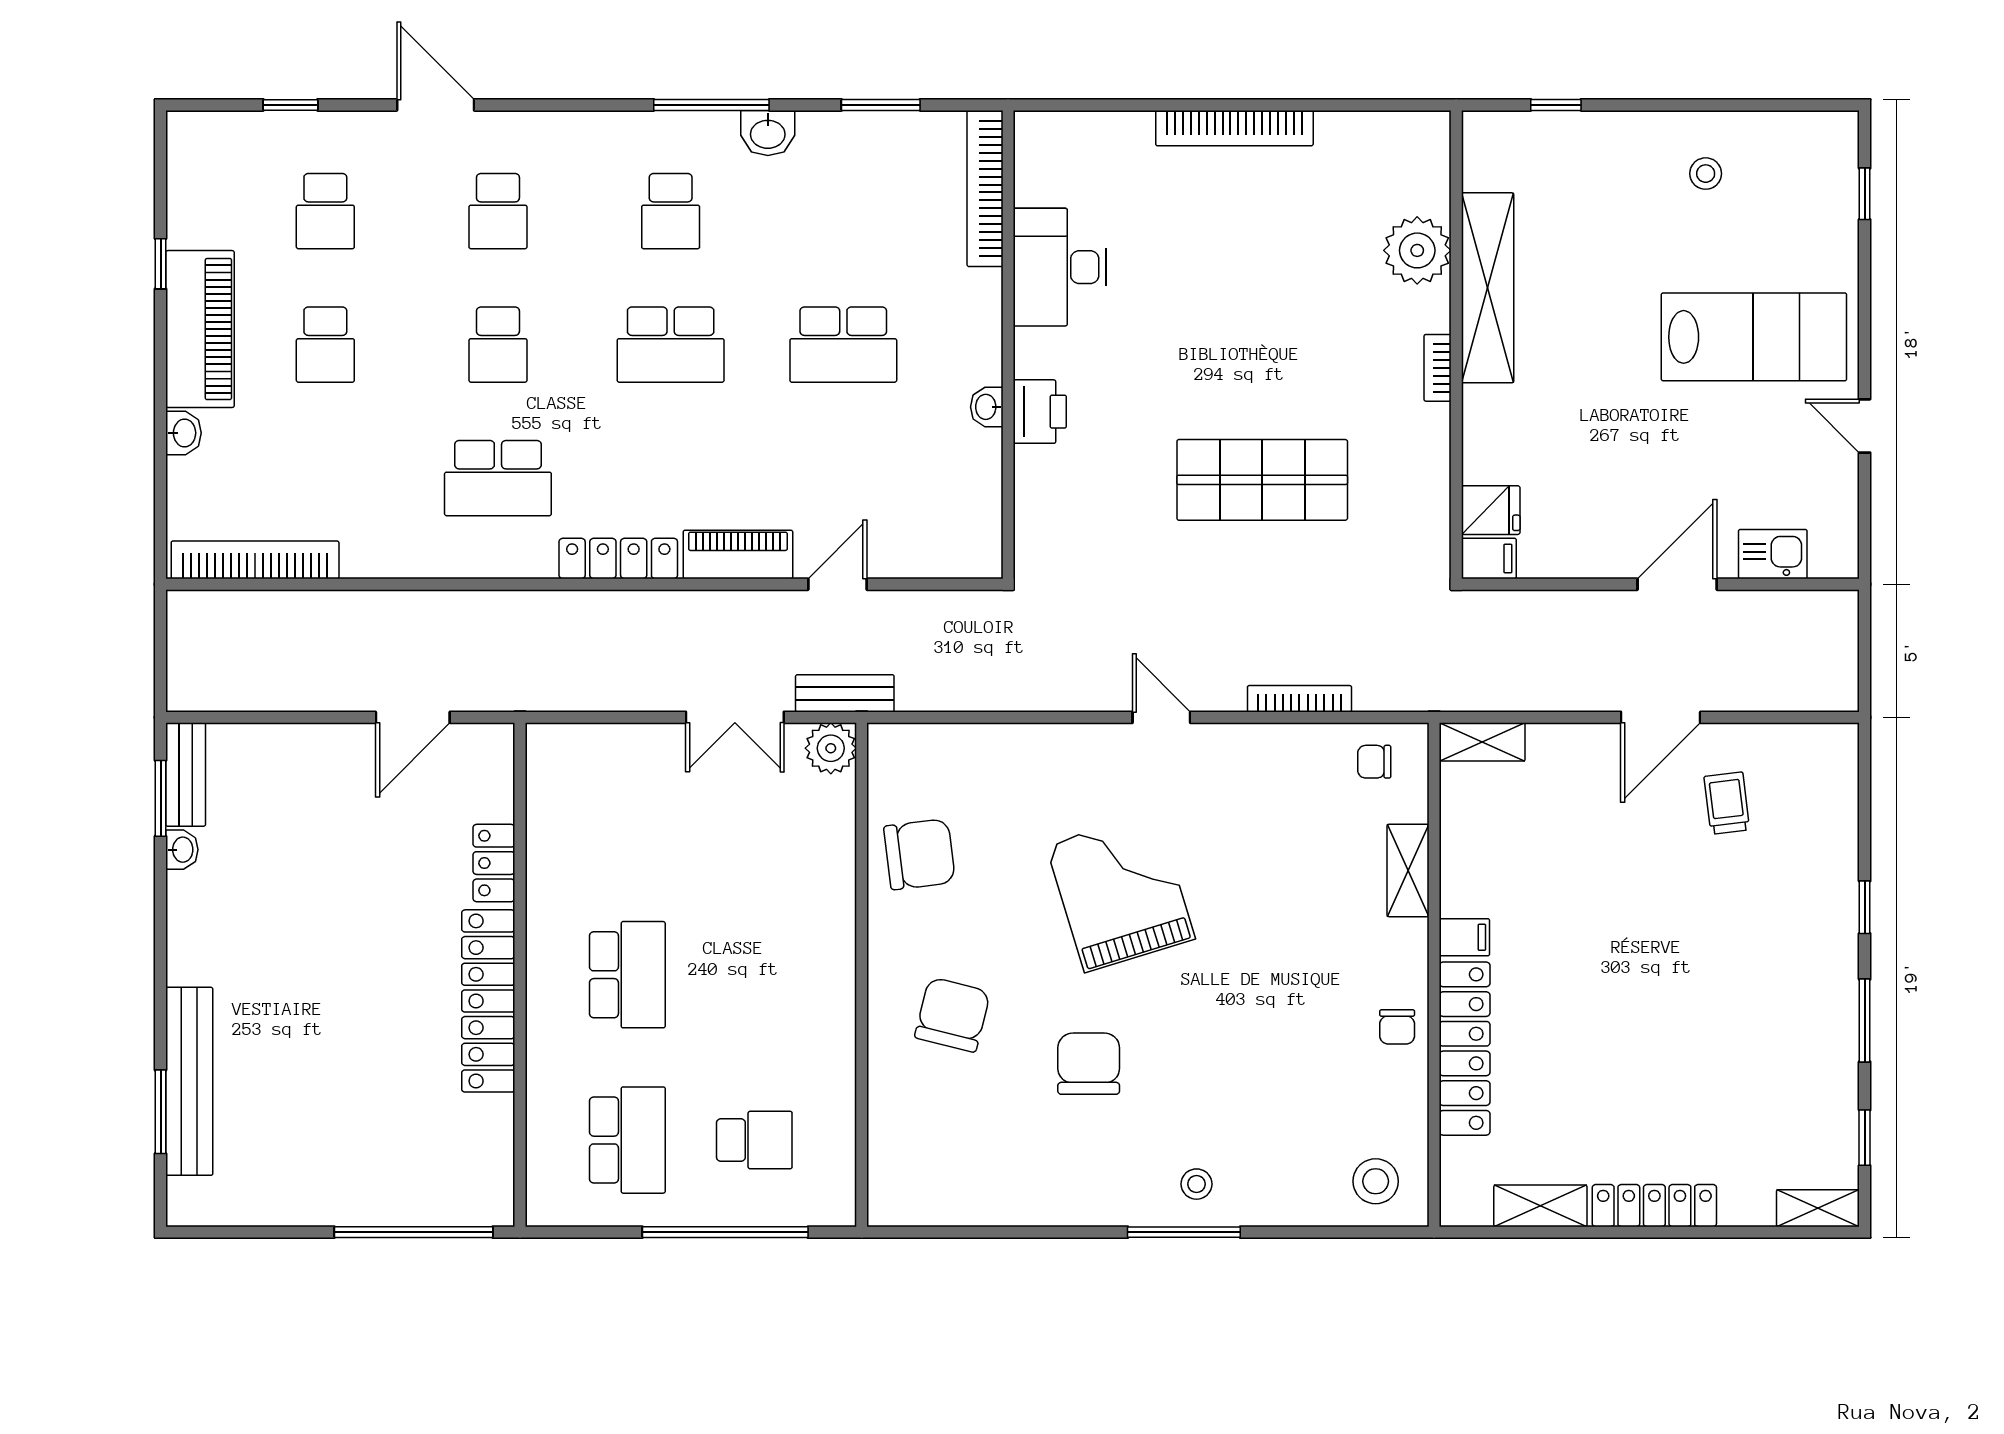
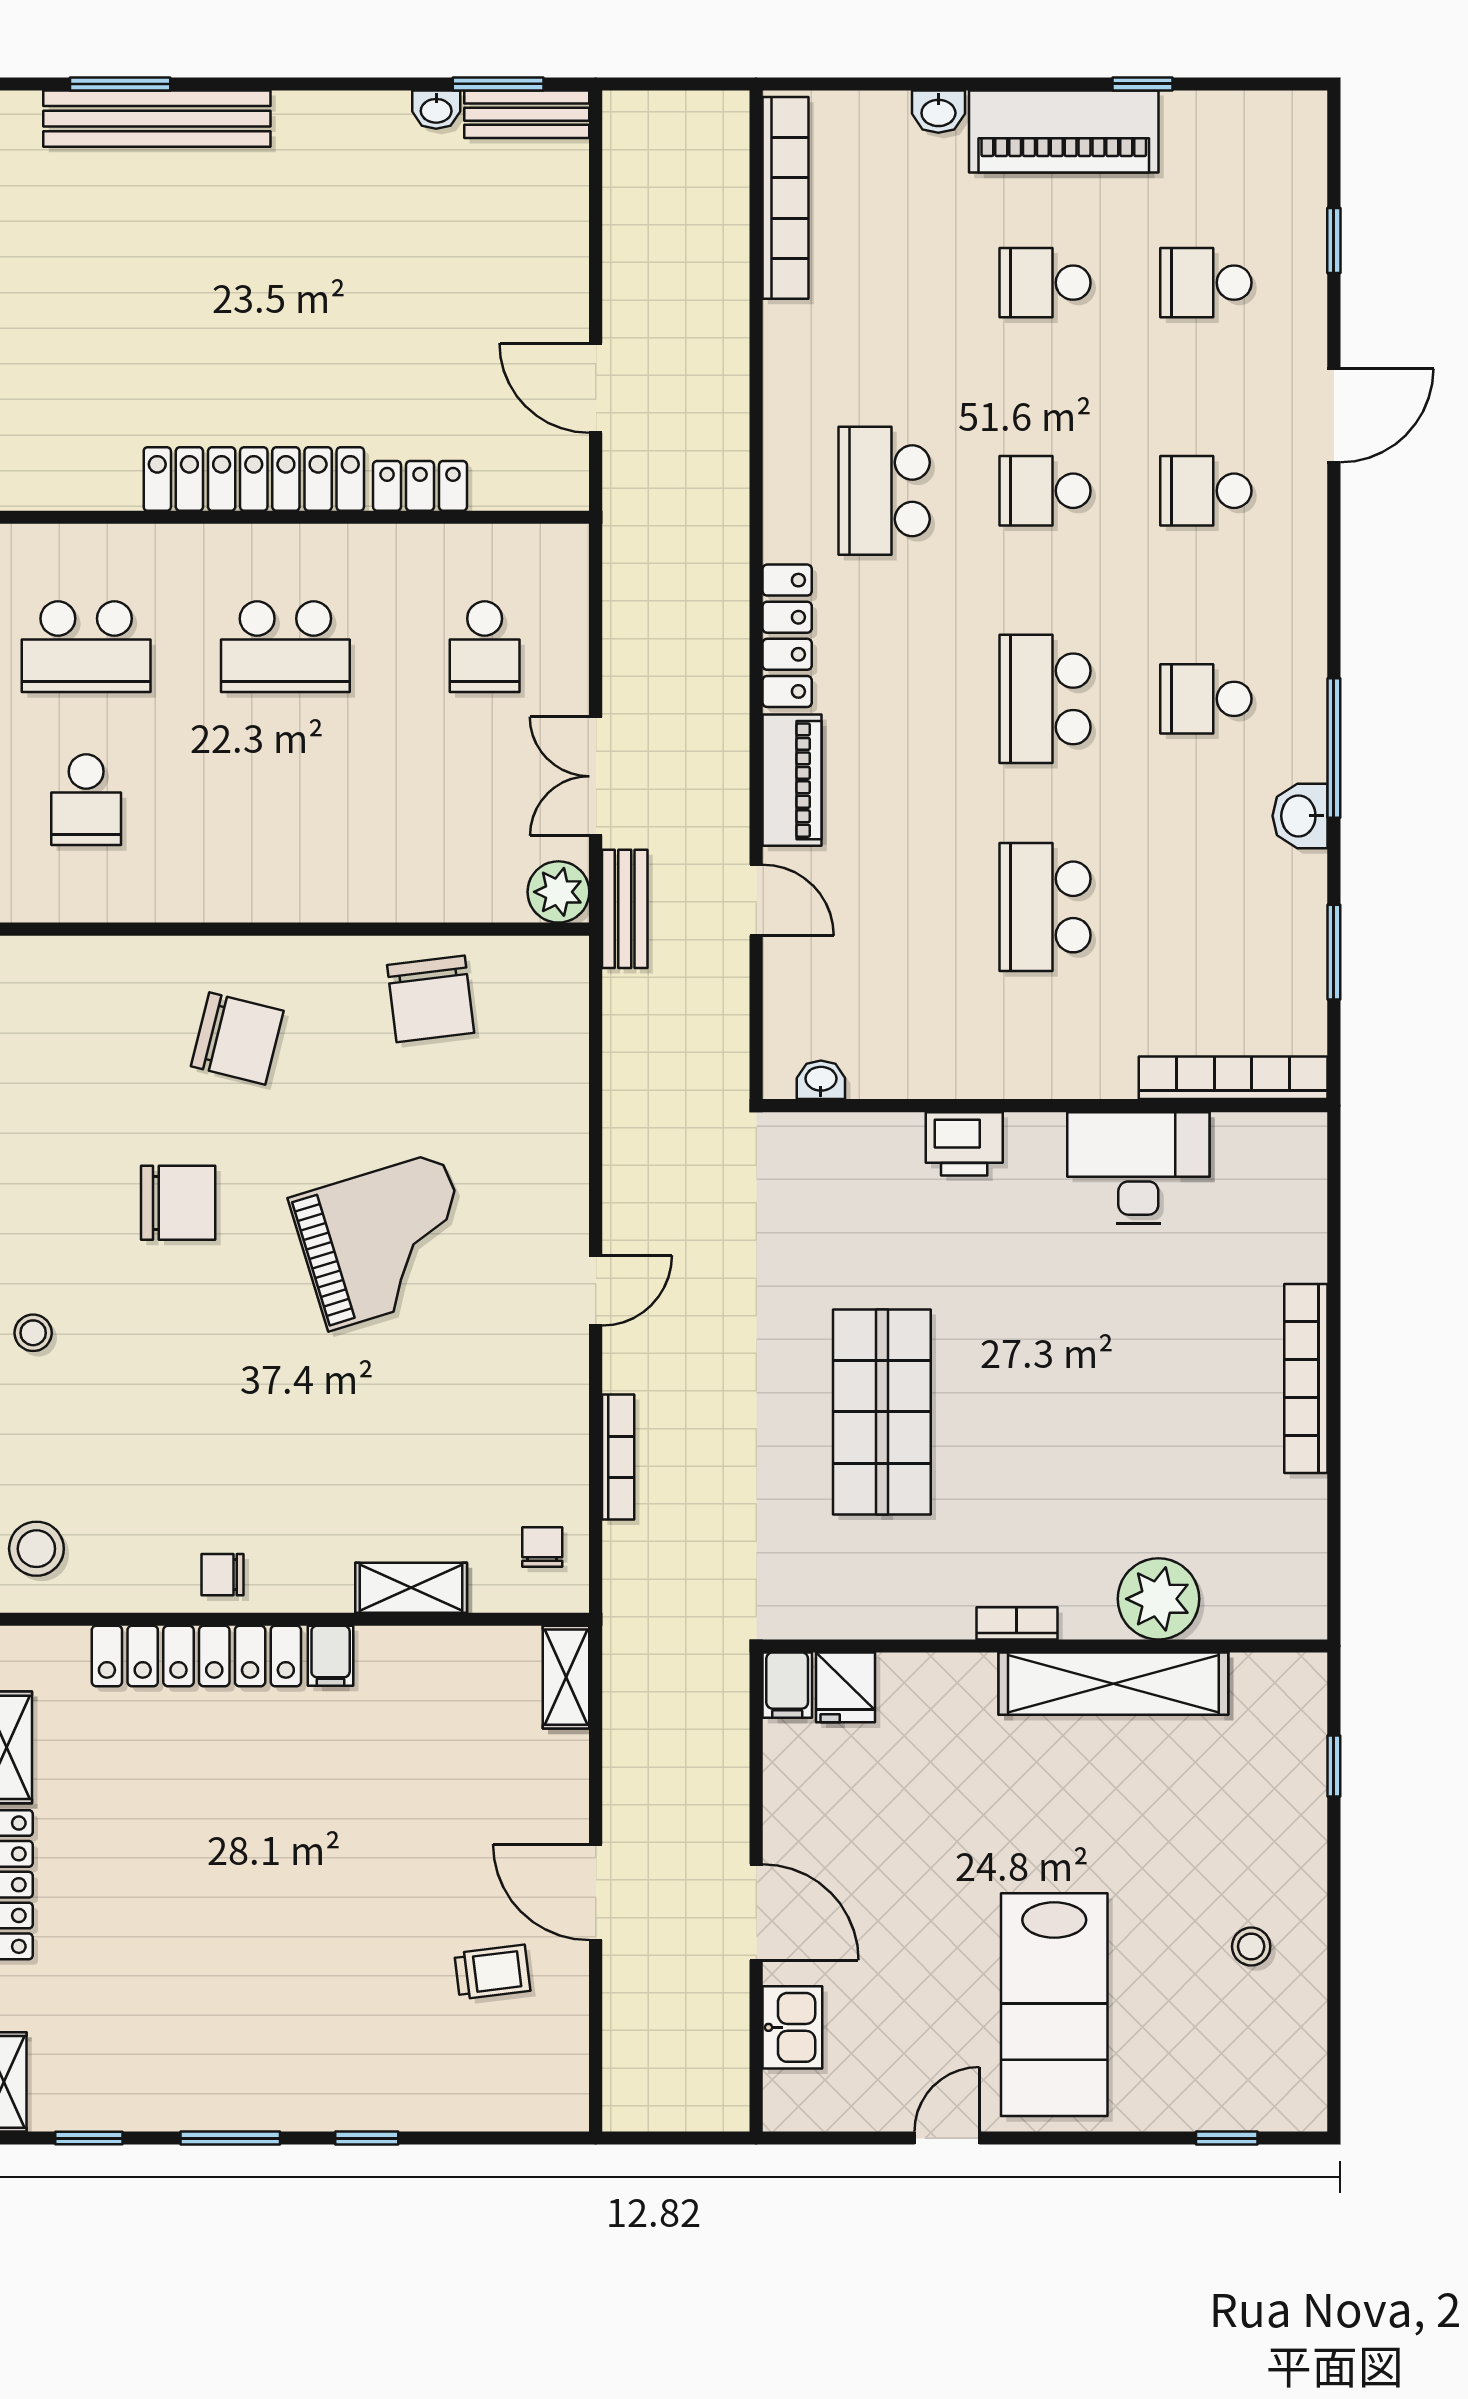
washbasin: (987, 407) -> (821, 1080), moved
school desk: (627, 809) -> (485, 647), added

